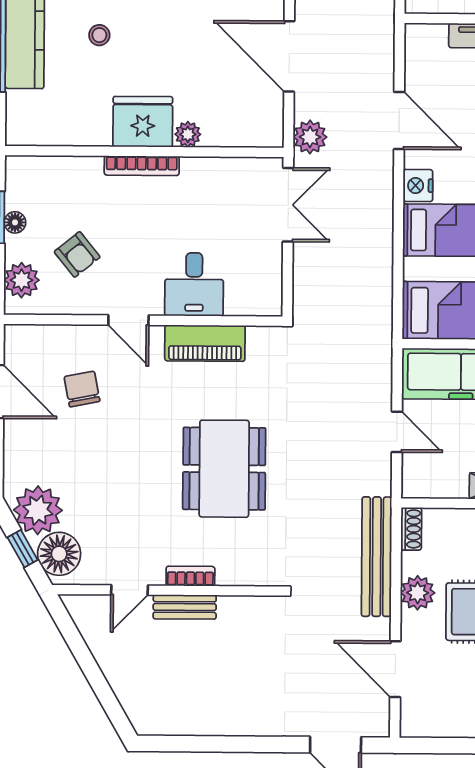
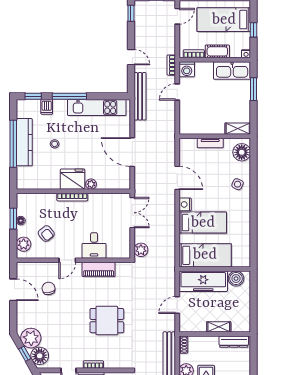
plant: (310, 137) -> (141, 250), moved
door: (128, 320) -> (67, 260), hinge flipped
door: (397, 432) -> (177, 305), swing flipped
dining table: (224, 469) -> (107, 321), width x0.73

